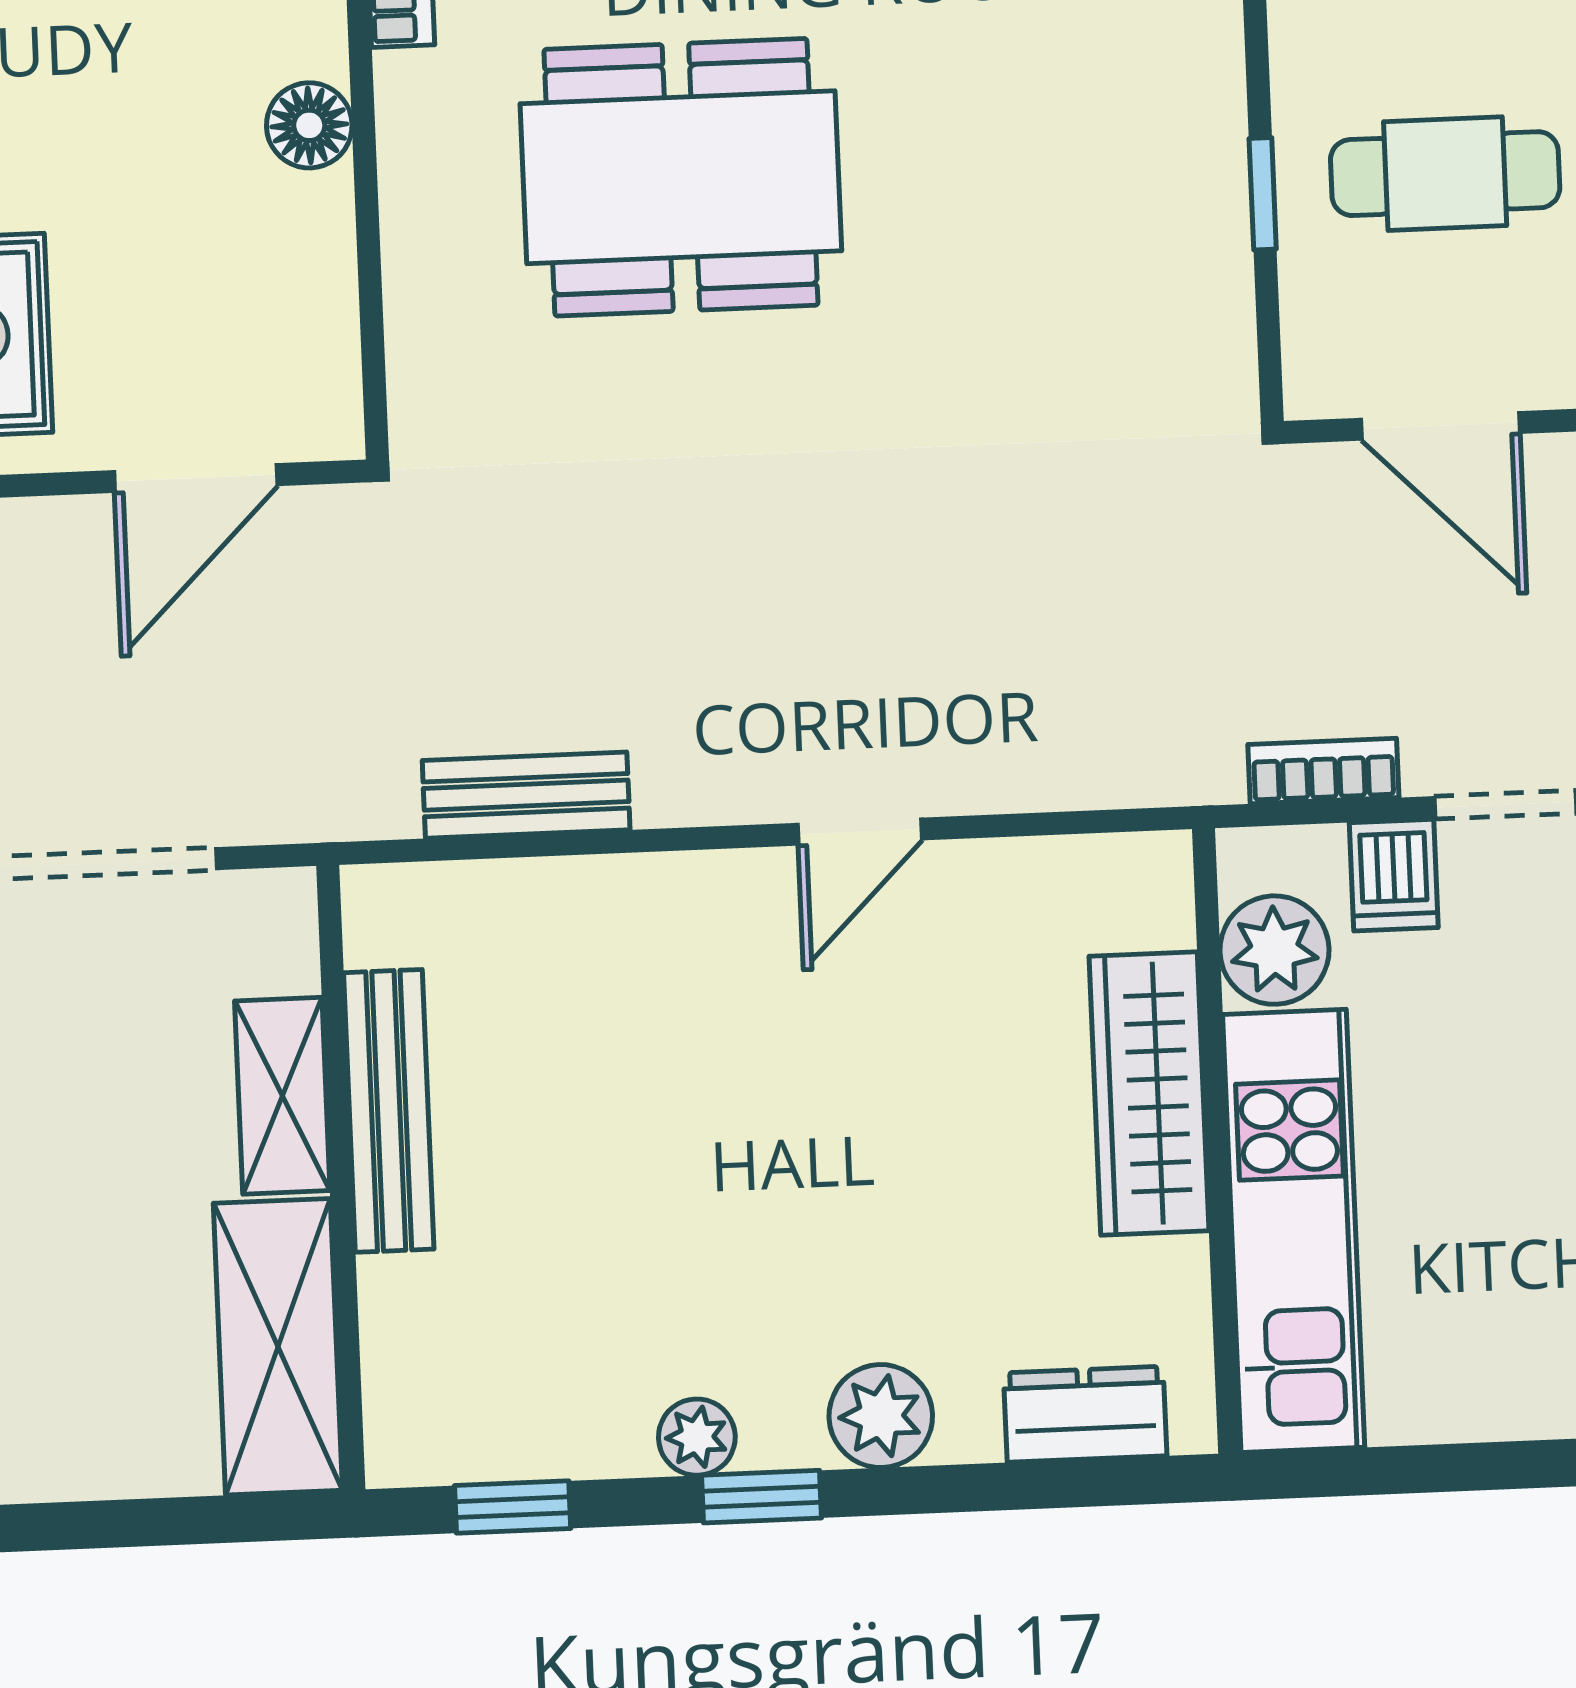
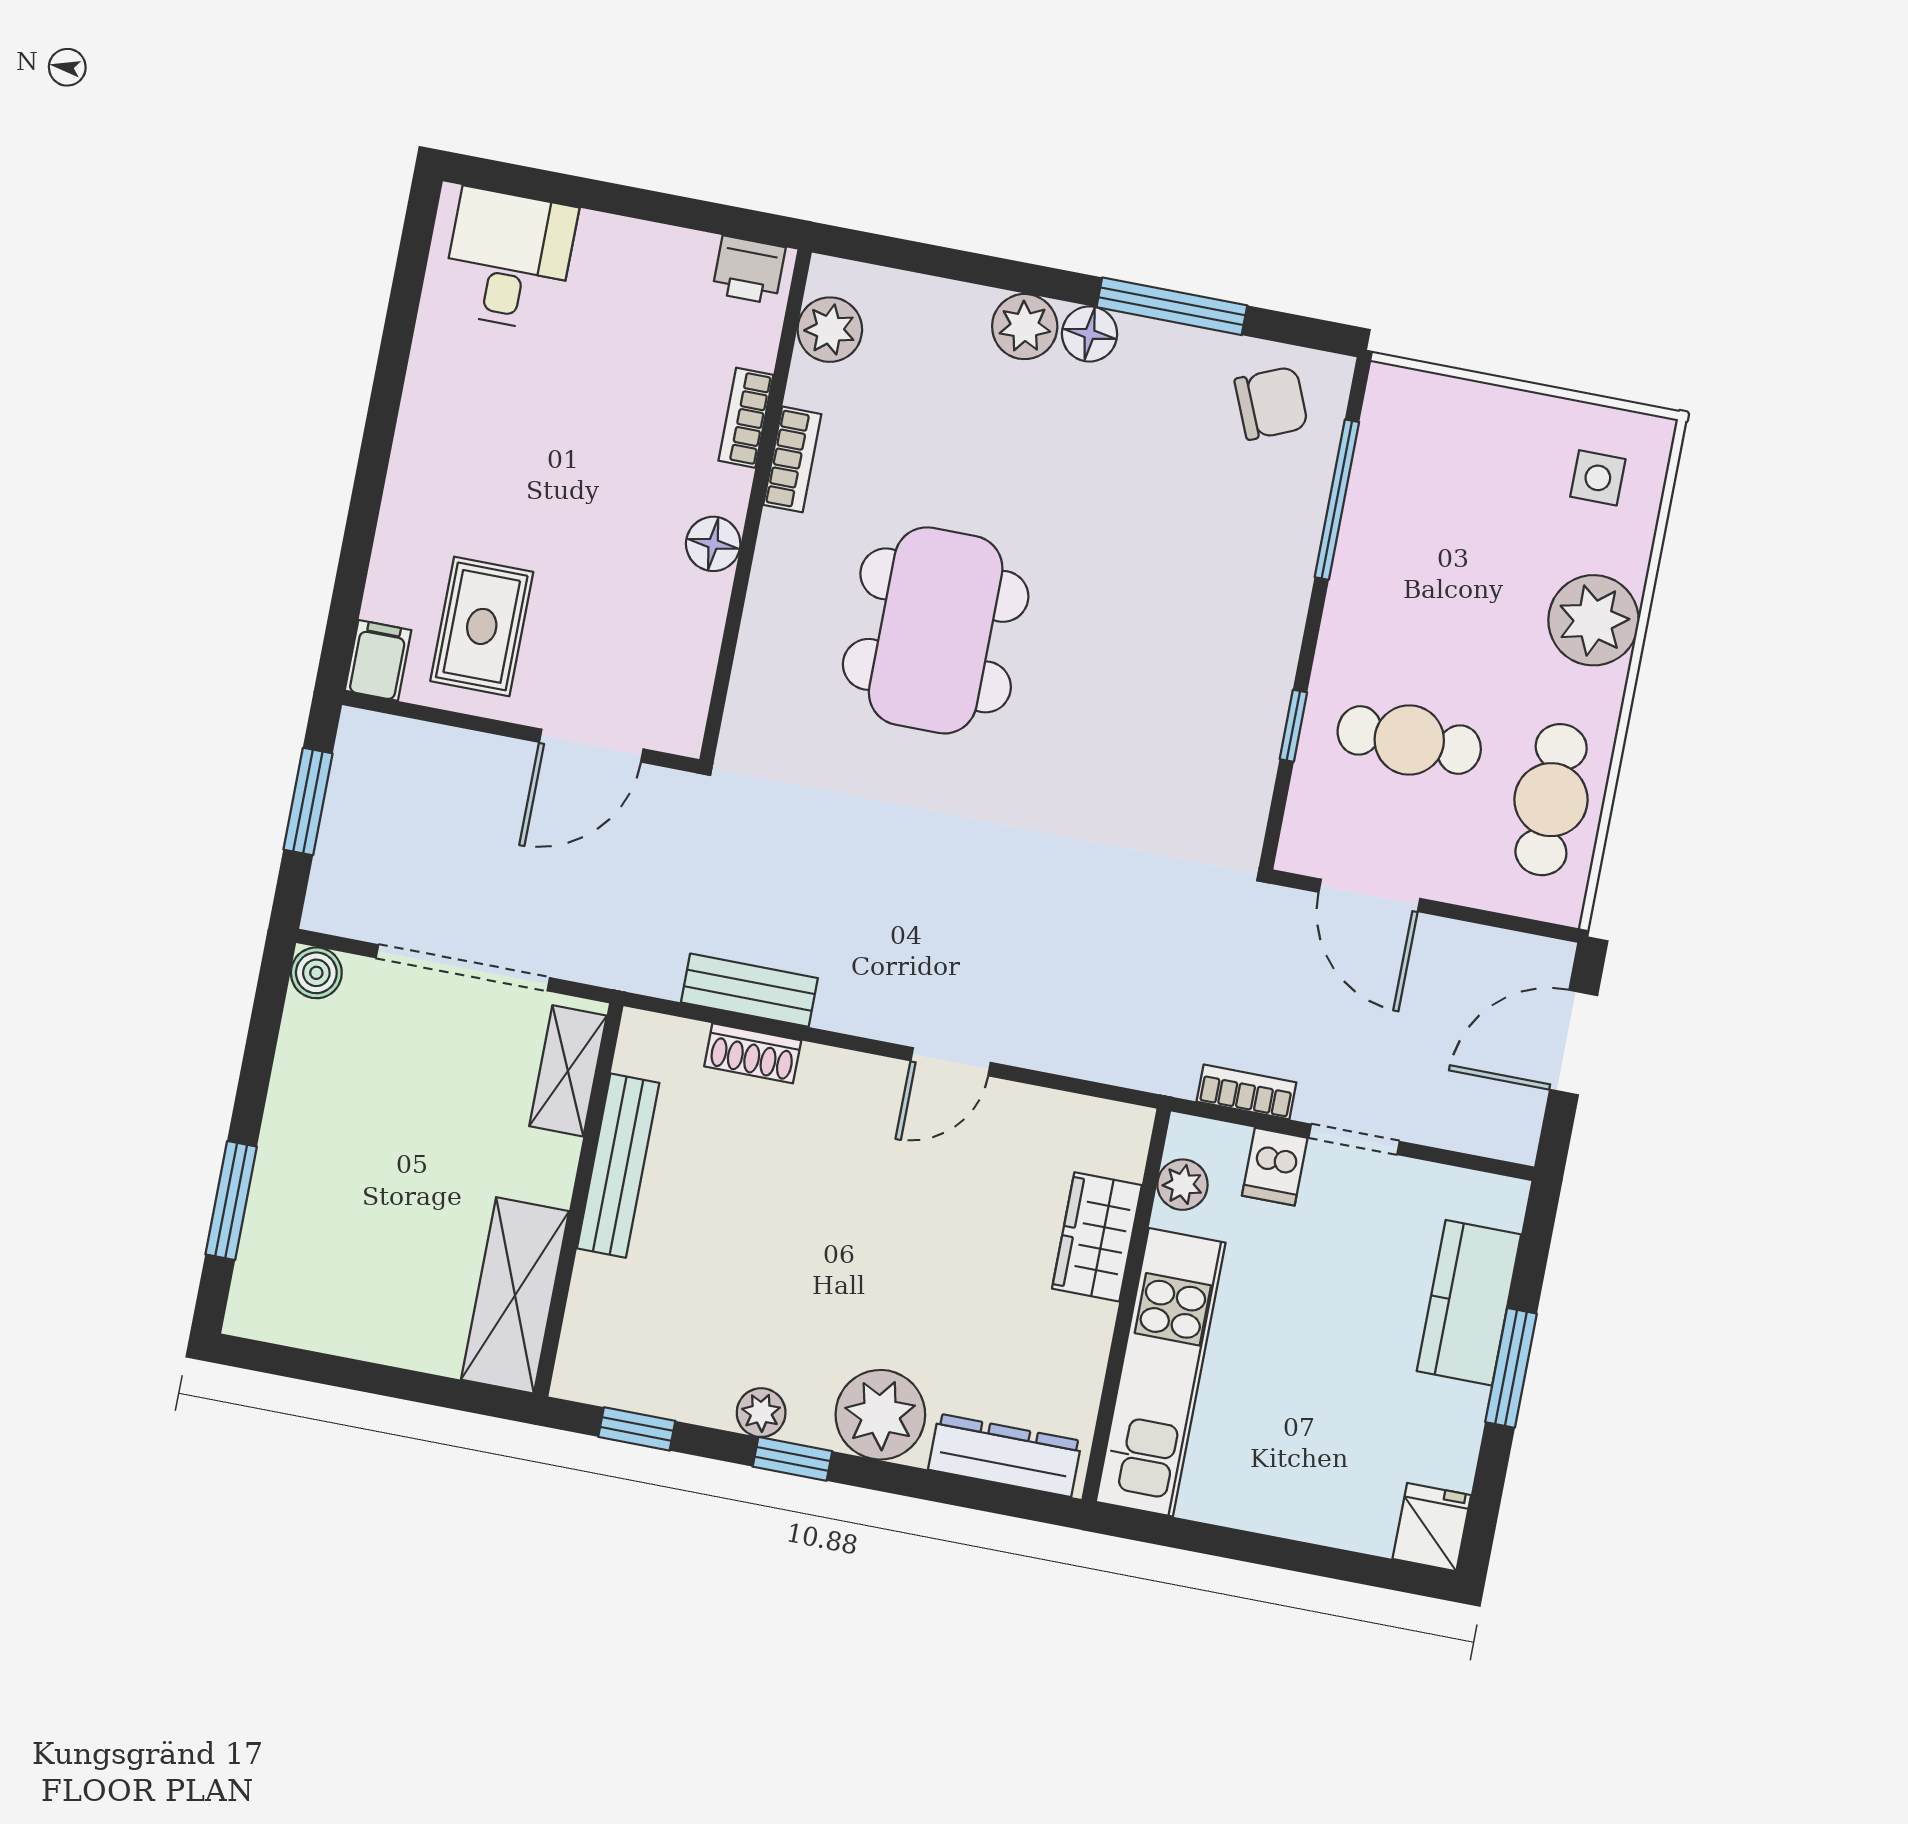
dining table: (681, 177) -> (936, 630), turned 90
shoe rack: (554, 890) -> (753, 1053), added
plant: (1274, 950) -> (1182, 1185), width x0.73, depth x0.73
wardrobe: (1149, 1094) -> (1097, 1237), width x0.67
shelving: (282, 1096) -> (568, 1071), moved
dresser: (1085, 1414) -> (1005, 1455), width x1.44
plant: (881, 1416) -> (880, 1415), width x1.36, depth x1.36

